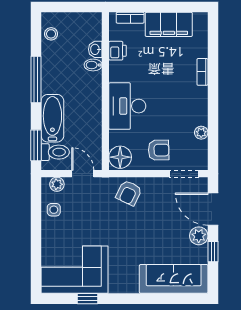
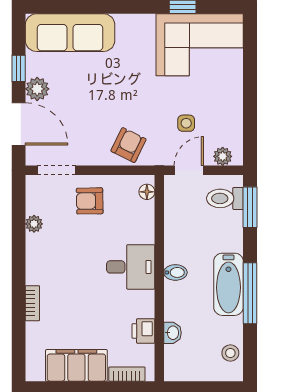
bidet: (93, 65) -> (175, 272), moved
desk: (127, 106) -> (131, 267), width x0.73
bathtub: (52, 118) -> (228, 284), moved
floor lamp: (120, 157) -> (147, 192), width x0.53, depth x0.53
door: (83, 174) -> (189, 170), swing flipped
side table: (54, 210) -> (186, 123), moved

